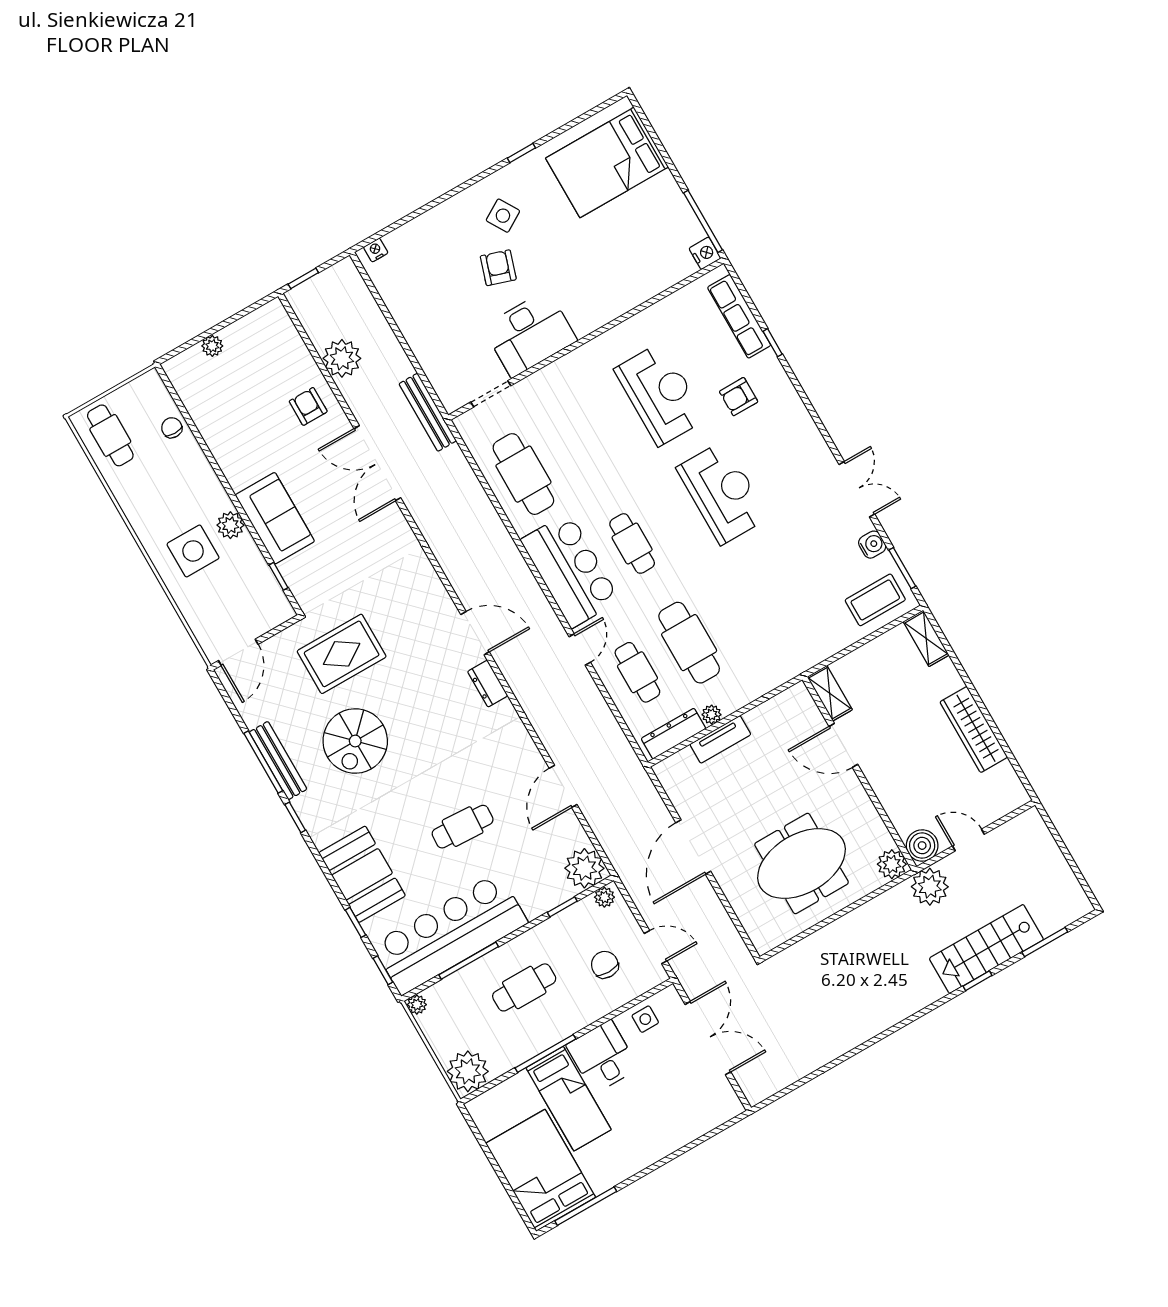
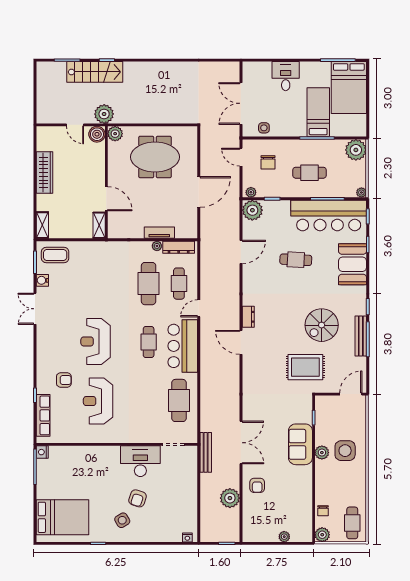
plant: (150, 386) -> (322, 535), added
spiral stairs: (355, 741) -> (322, 325), turned 180
desk: (602, 1057) -> (286, 76), moved, turned 180

